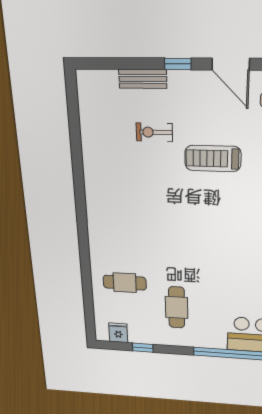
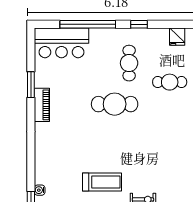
cafe table: (195, 260) -> (115, 104), added
window: (143, 348) -> (139, 24), moved

